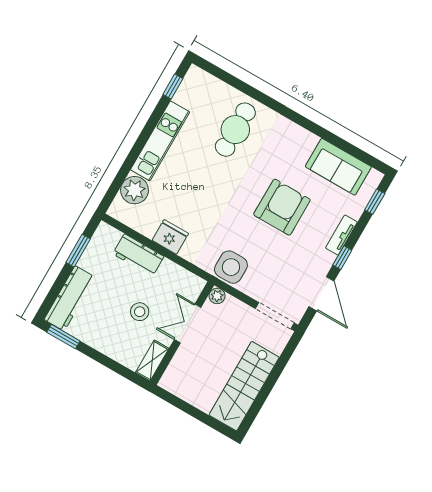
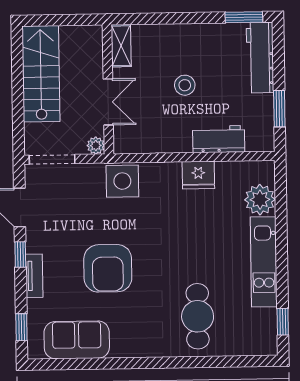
plant: (217, 296) -> (96, 146), moved
double door: (188, 323) -> (108, 102), moved
wall: (182, 333) -> (108, 89), moved
shelving: (152, 361) -> (121, 46), moved

